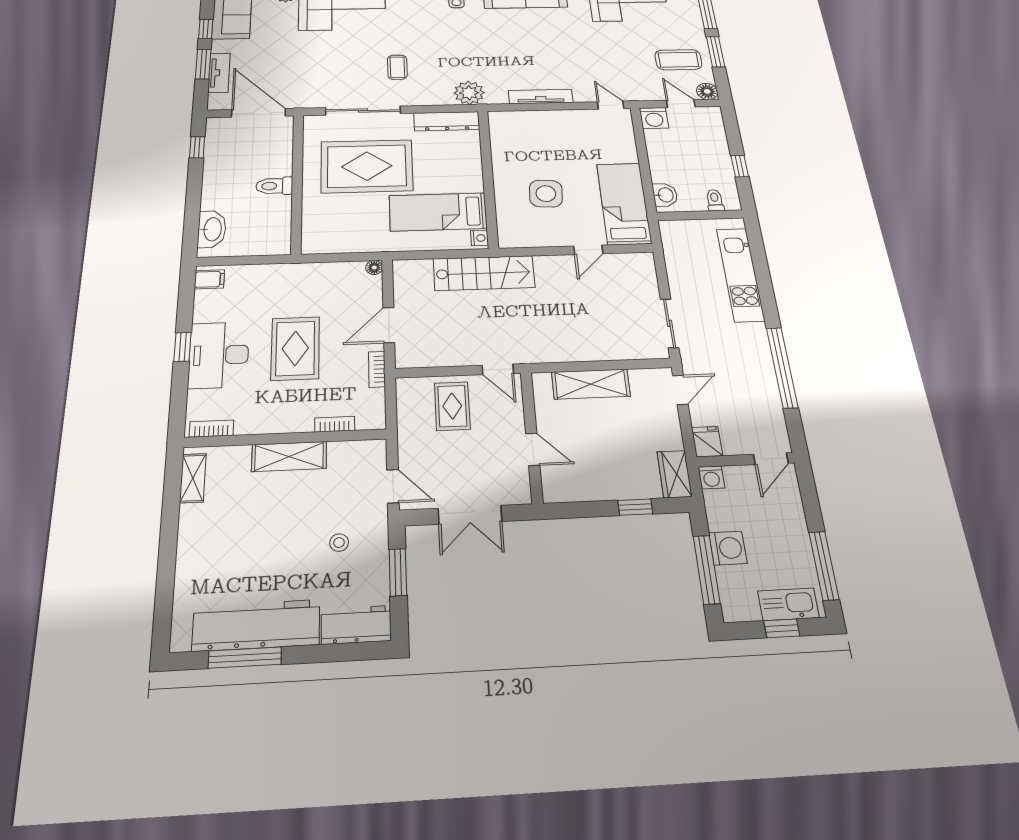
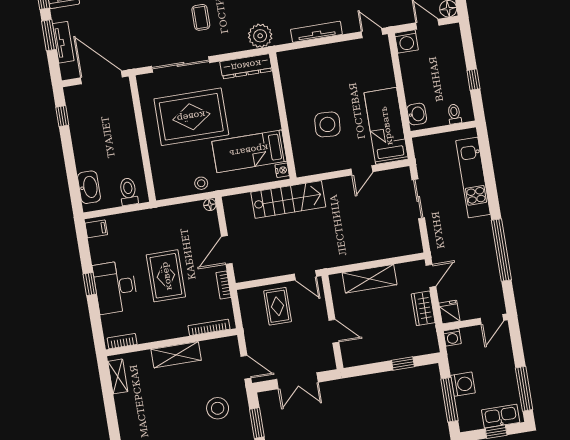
toilet: (274, 186) -> (128, 192), moved, turned 90
stool: (367, 241) -> (201, 183), added
sliding door: (670, 323) -> (418, 199), moved
bookcase: (335, 424) -> (209, 327), width x1.56
wardrobe: (674, 474) -> (423, 308), moved
stool: (339, 543) -> (218, 408), width x1.89, depth x1.89

